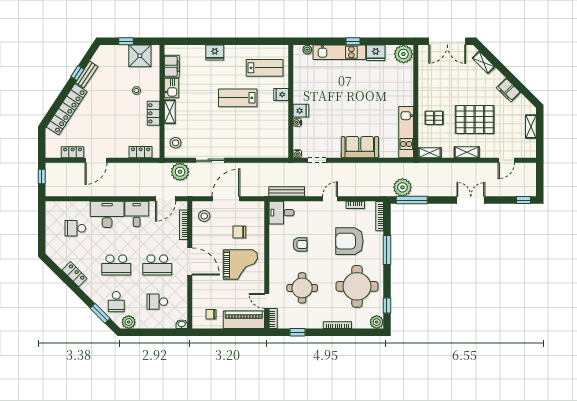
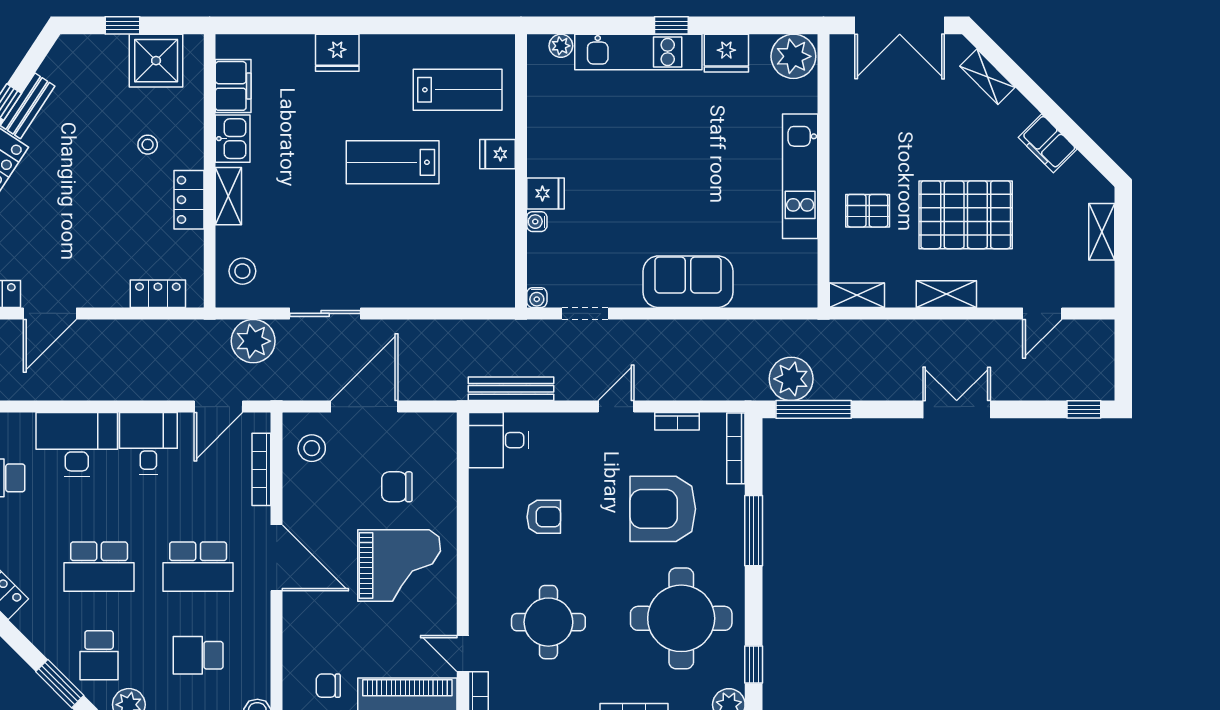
kitchen unit: (406, 132) -> (800, 176), moved

